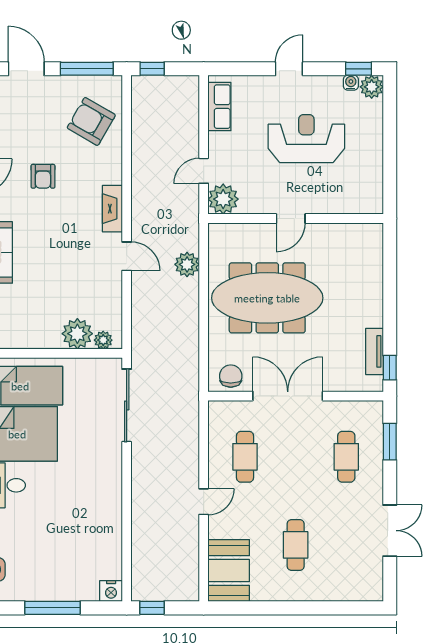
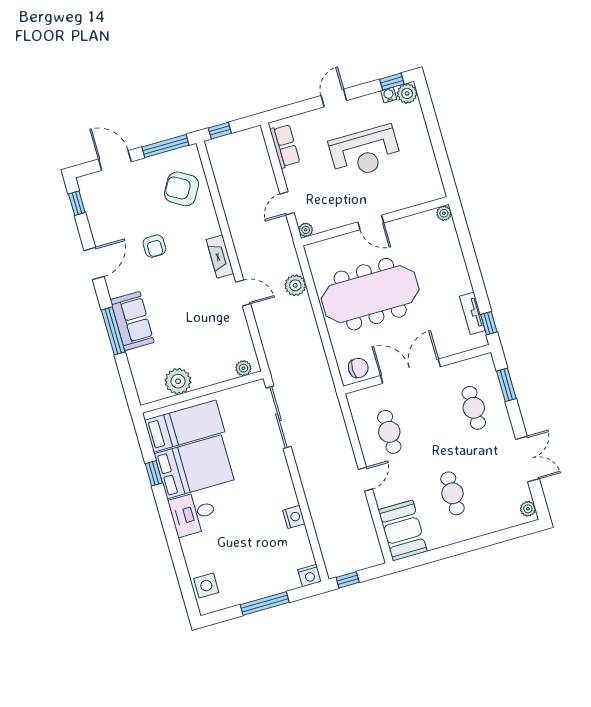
reception desk: (306, 139) -> (365, 152), turned 180
plant: (223, 199) -> (306, 230), width x0.53, depth x0.53
door: (291, 219) -> (371, 222), hinge flipped
plant: (375, 231) -> (444, 213), added
plant: (77, 334) -> (178, 381), moved
chair: (231, 376) -> (358, 368), turned 90
nightstand: (112, 521) -> (294, 517), added
plant: (374, 586) -> (528, 509), added

